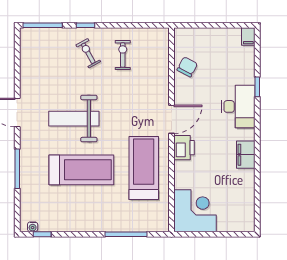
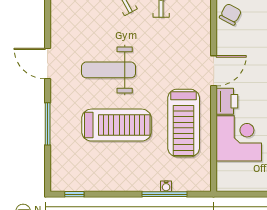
treadmill: (144, 168) -> (184, 123), turned 180
corner desk: (195, 211) -> (239, 138), moved
water cooler: (33, 227) -> (166, 186), moved

